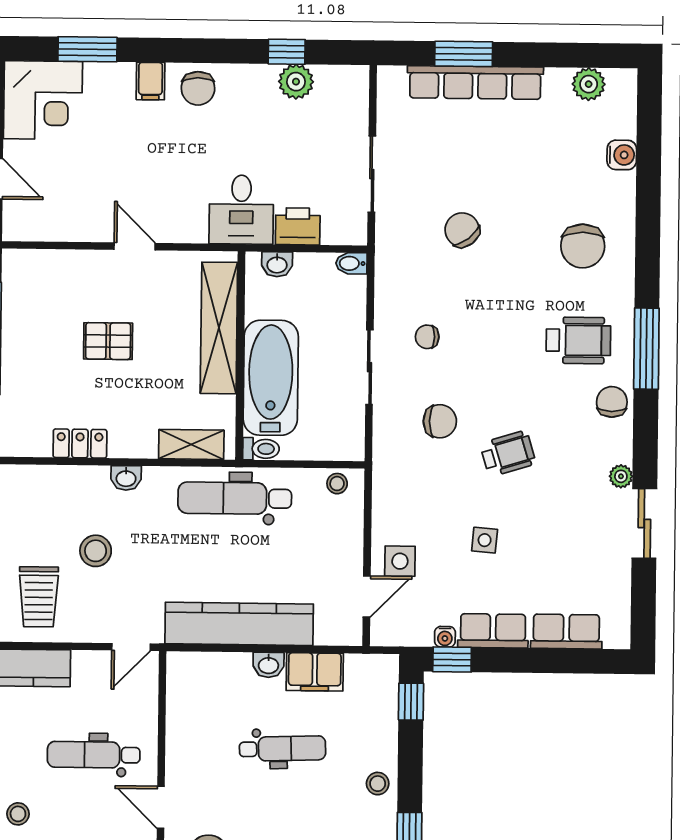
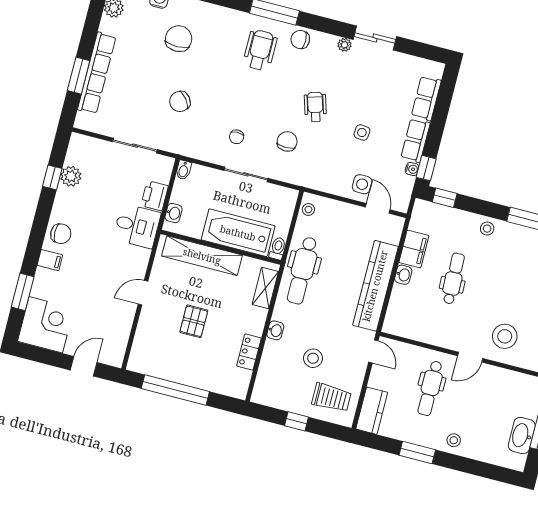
chair: (583, 246) -> (179, 39), moved, turned -90

